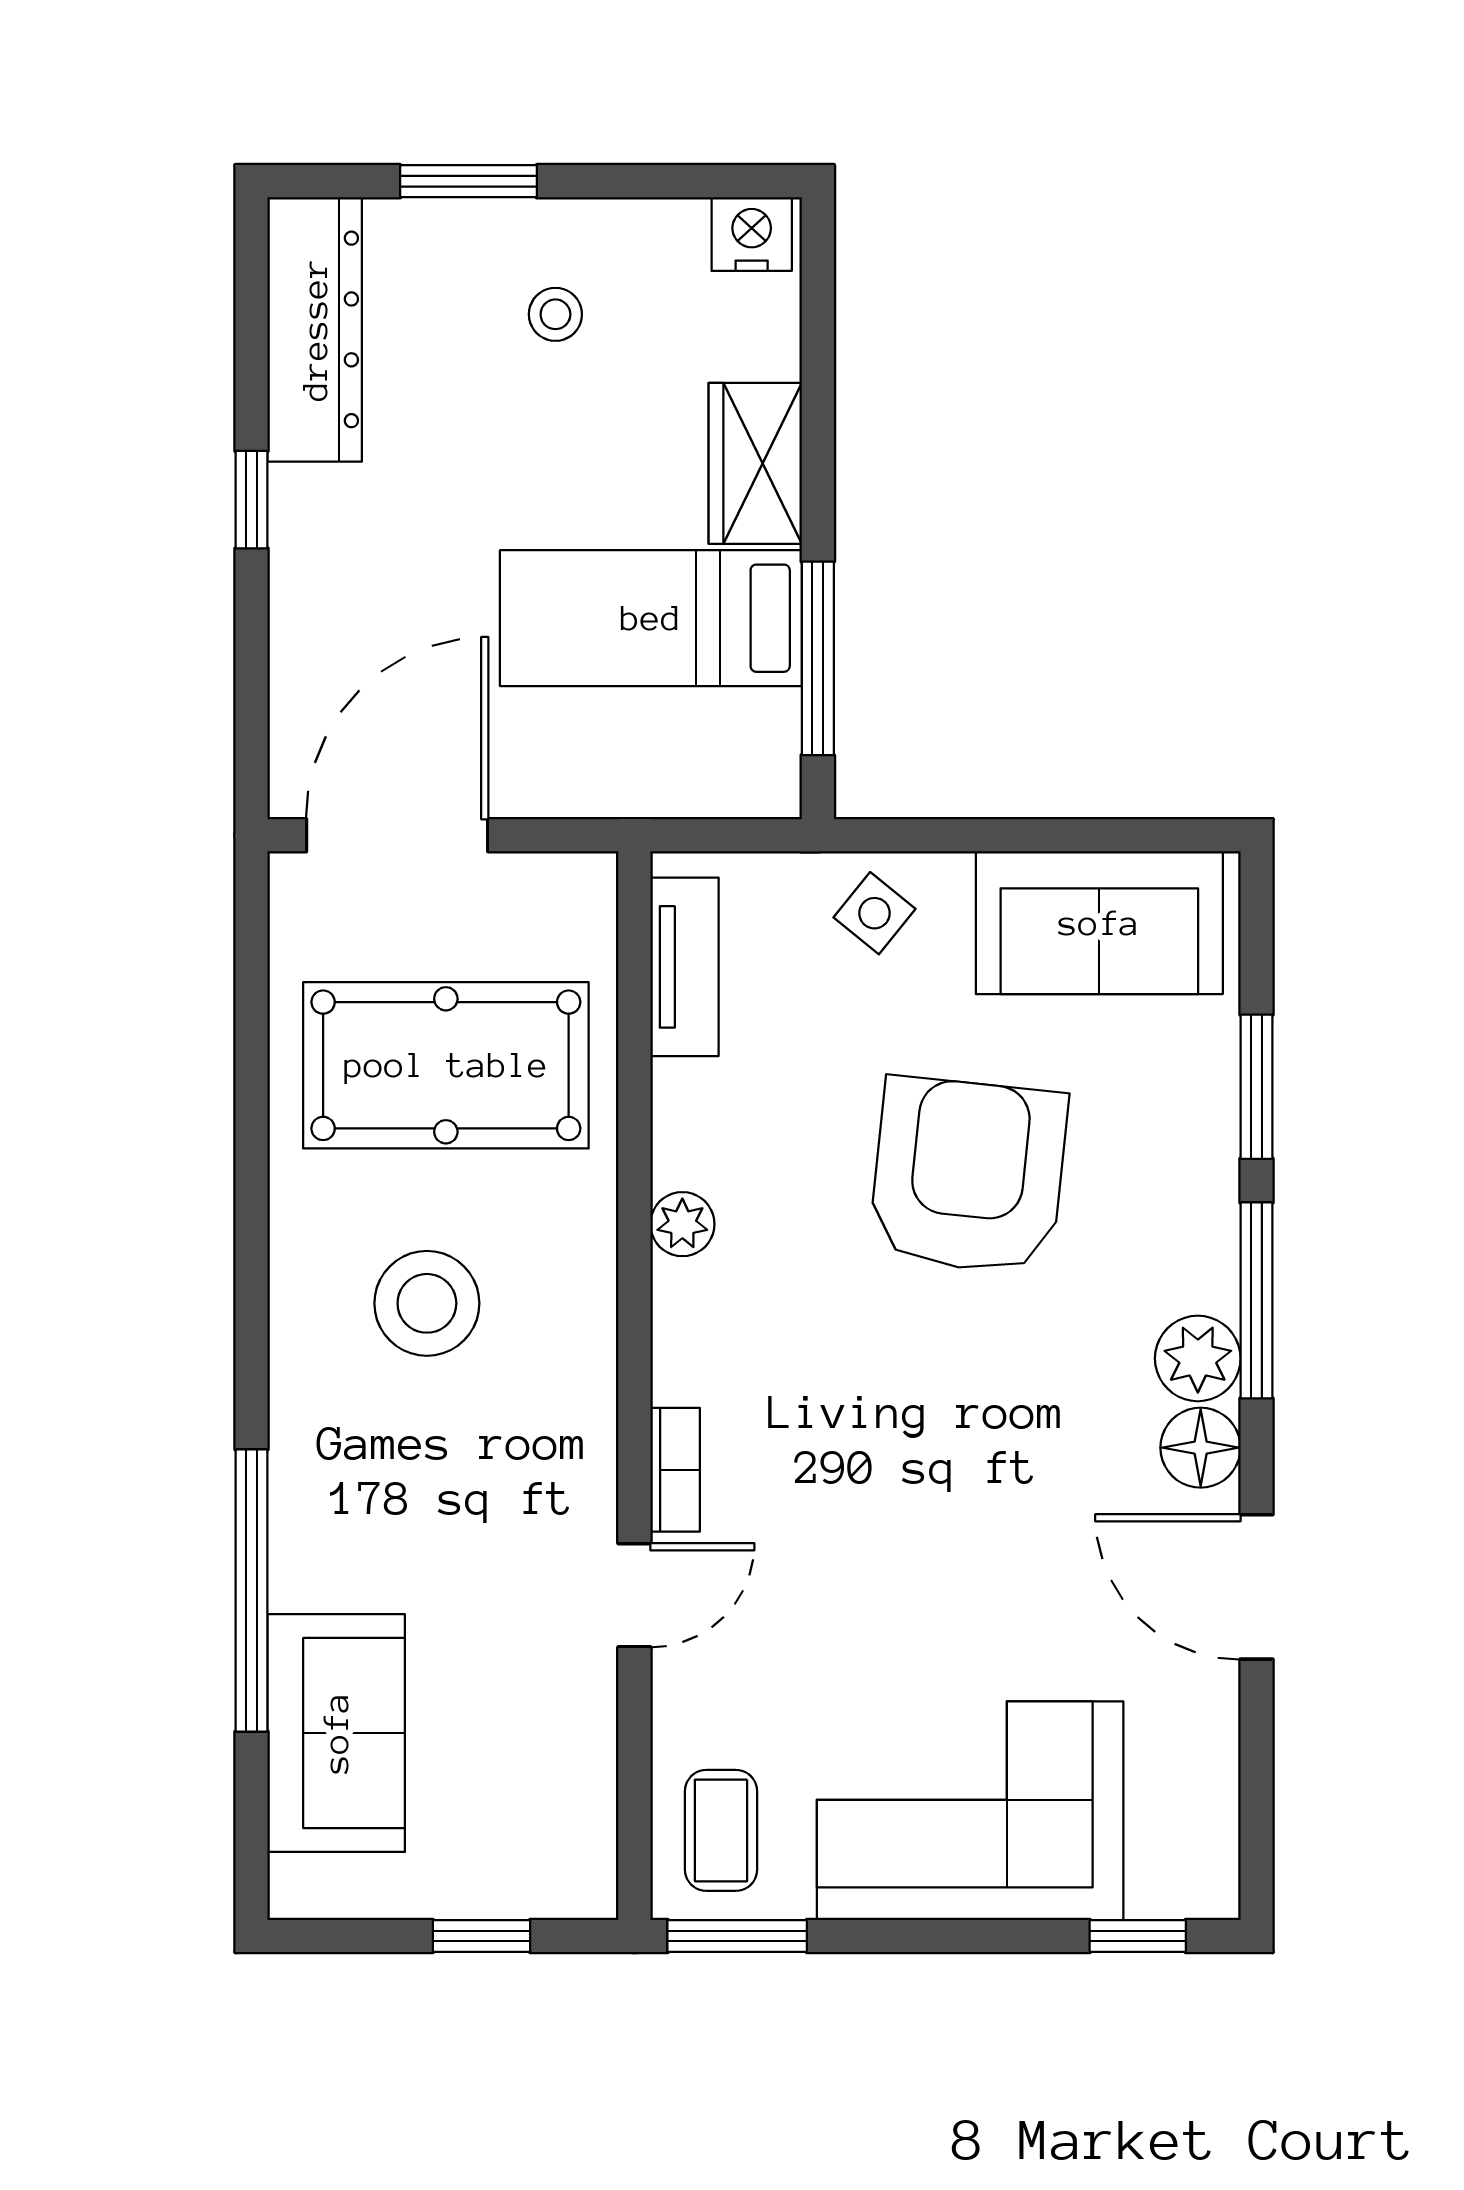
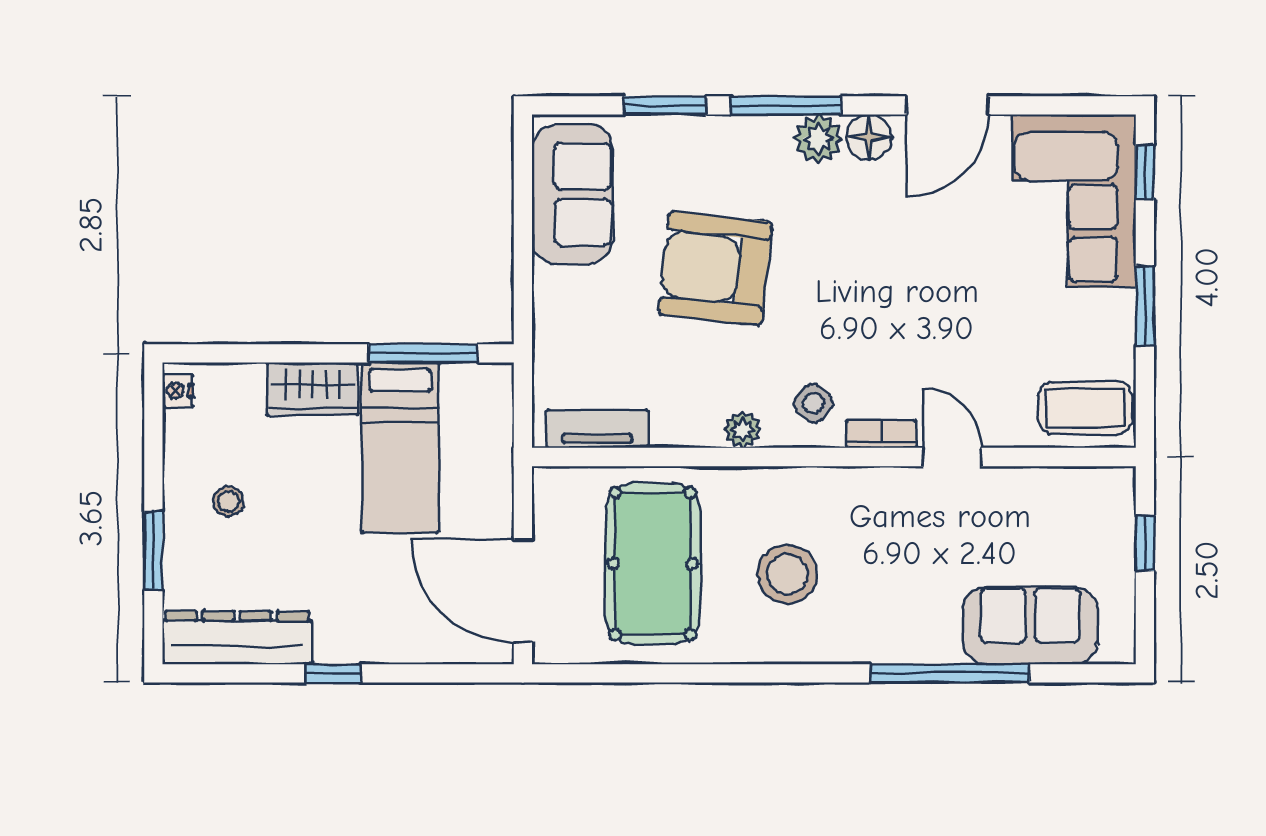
nightstand: (752, 234) -> (178, 391), width x0.72, depth x0.74
side table: (875, 913) -> (813, 403), moved
corner sofa: (970, 1811) -> (1074, 201), moved
coffee table: (721, 1830) -> (1085, 408), width x1.36, depth x1.30
window: (737, 1936) -> (1145, 306), moved

